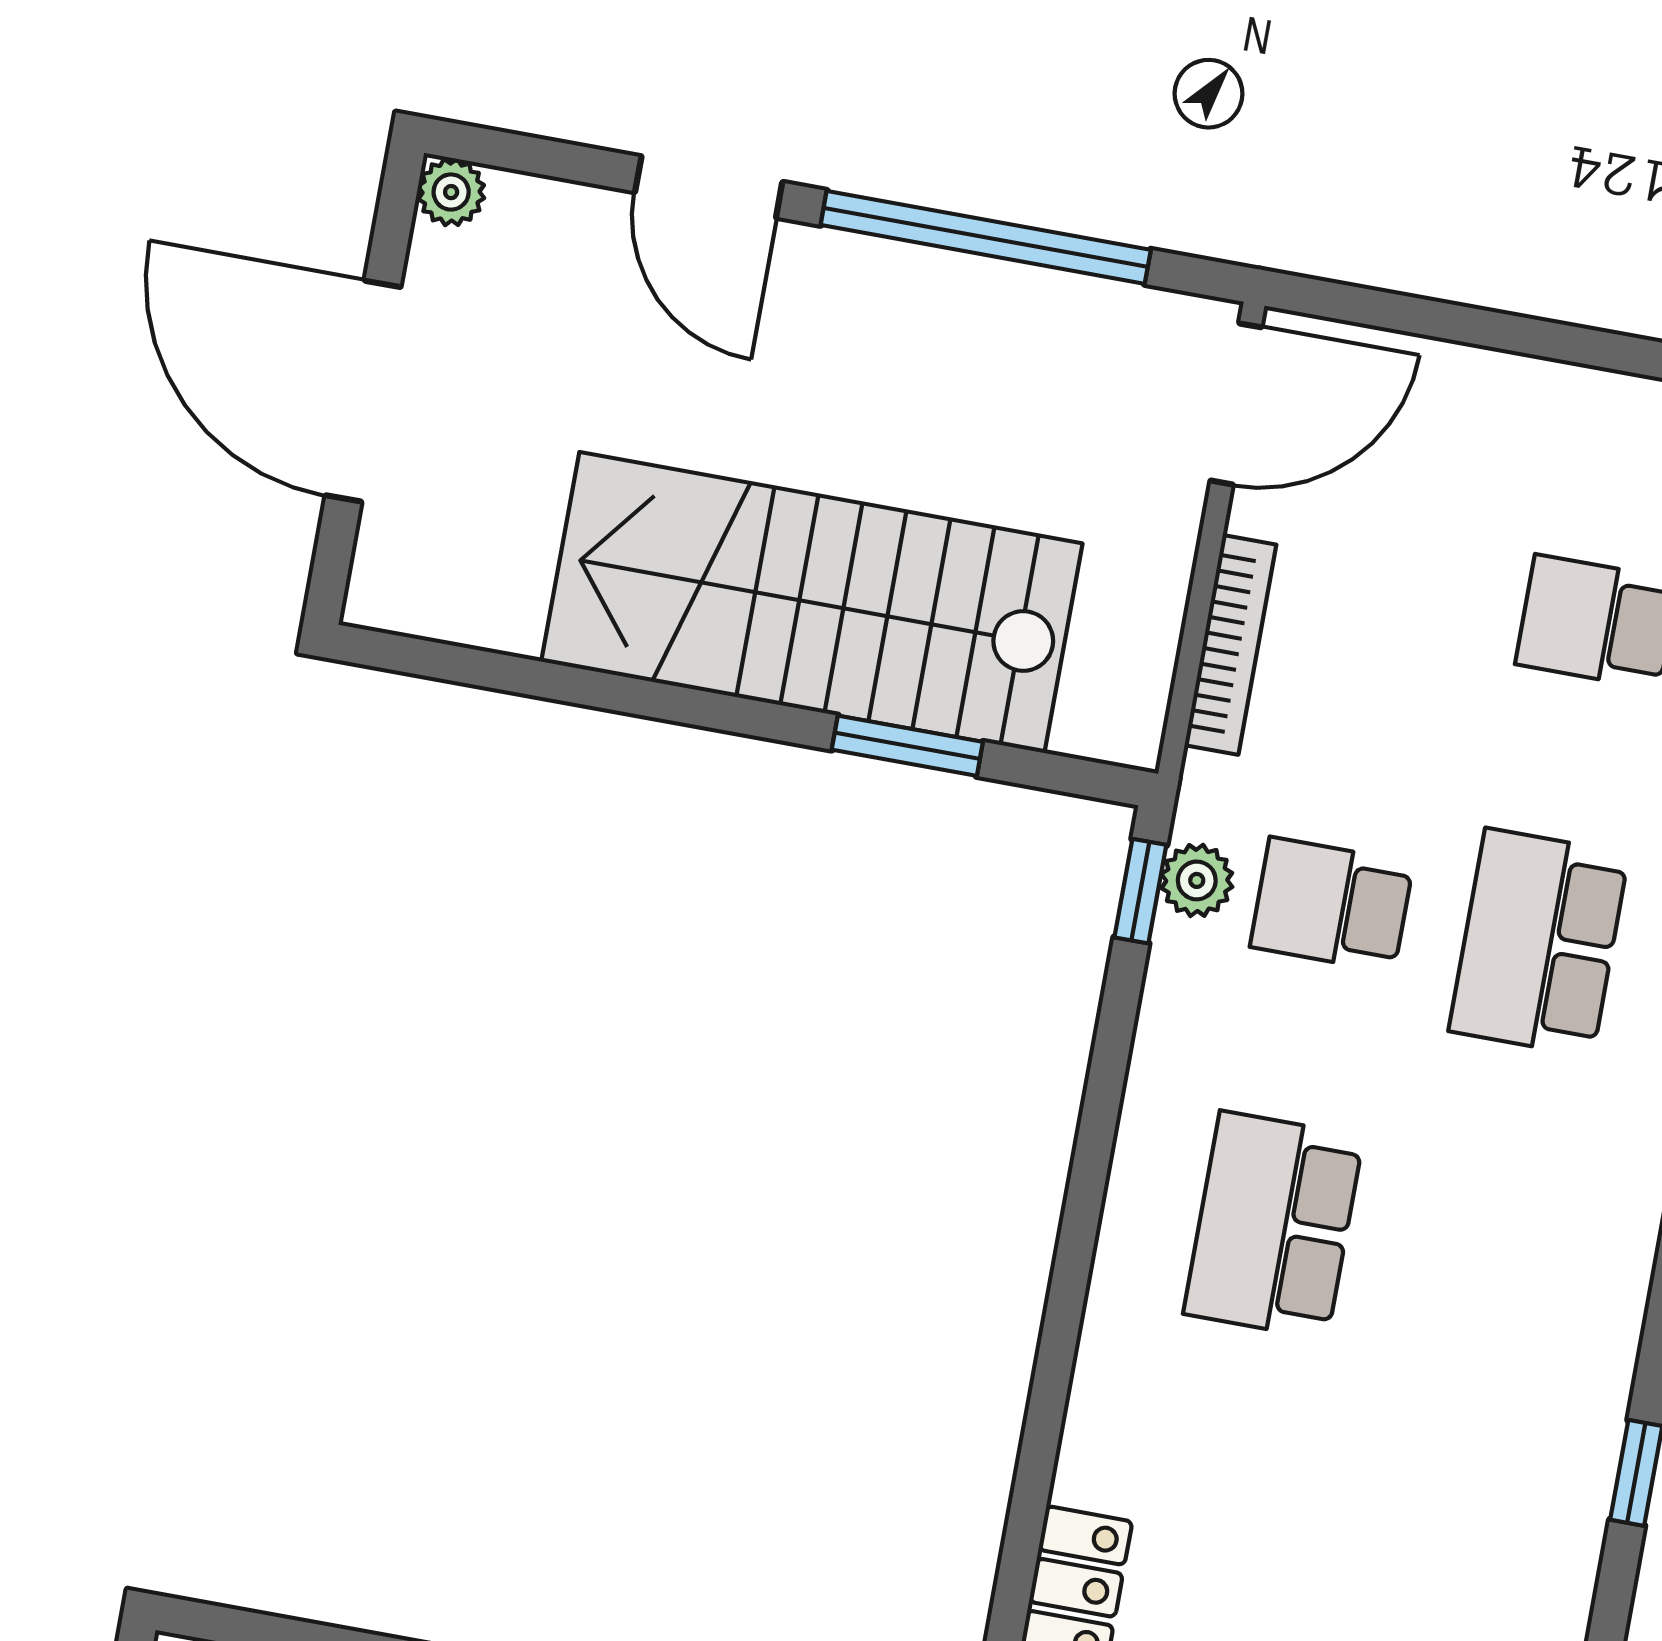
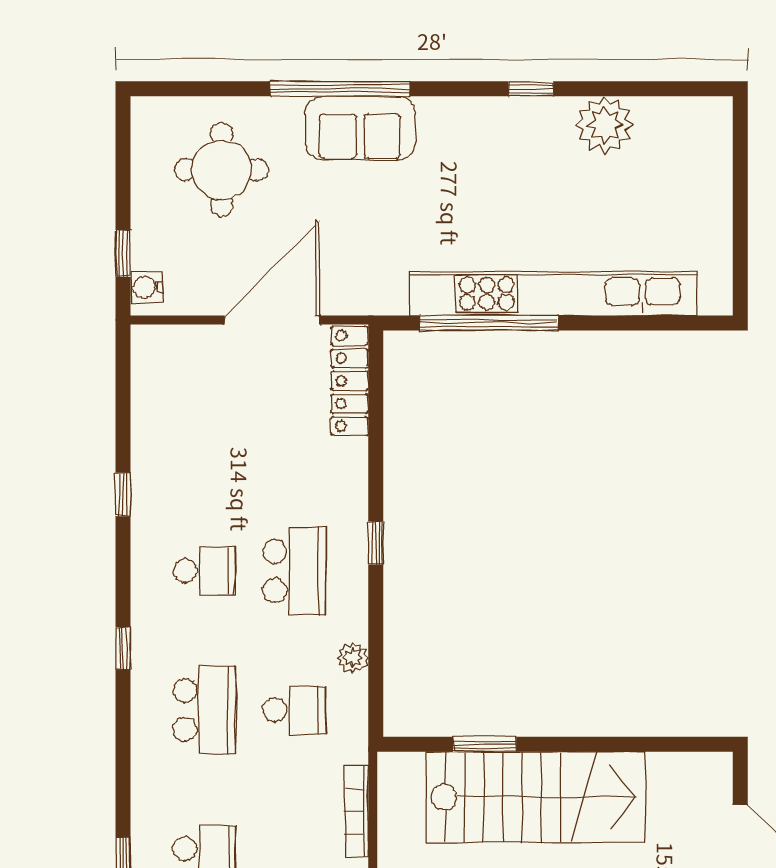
plant: (1197, 880) -> (353, 658), moved
window: (1140, 891) -> (376, 543), moved
school desk: (1481, 1263) -> (204, 571), added

